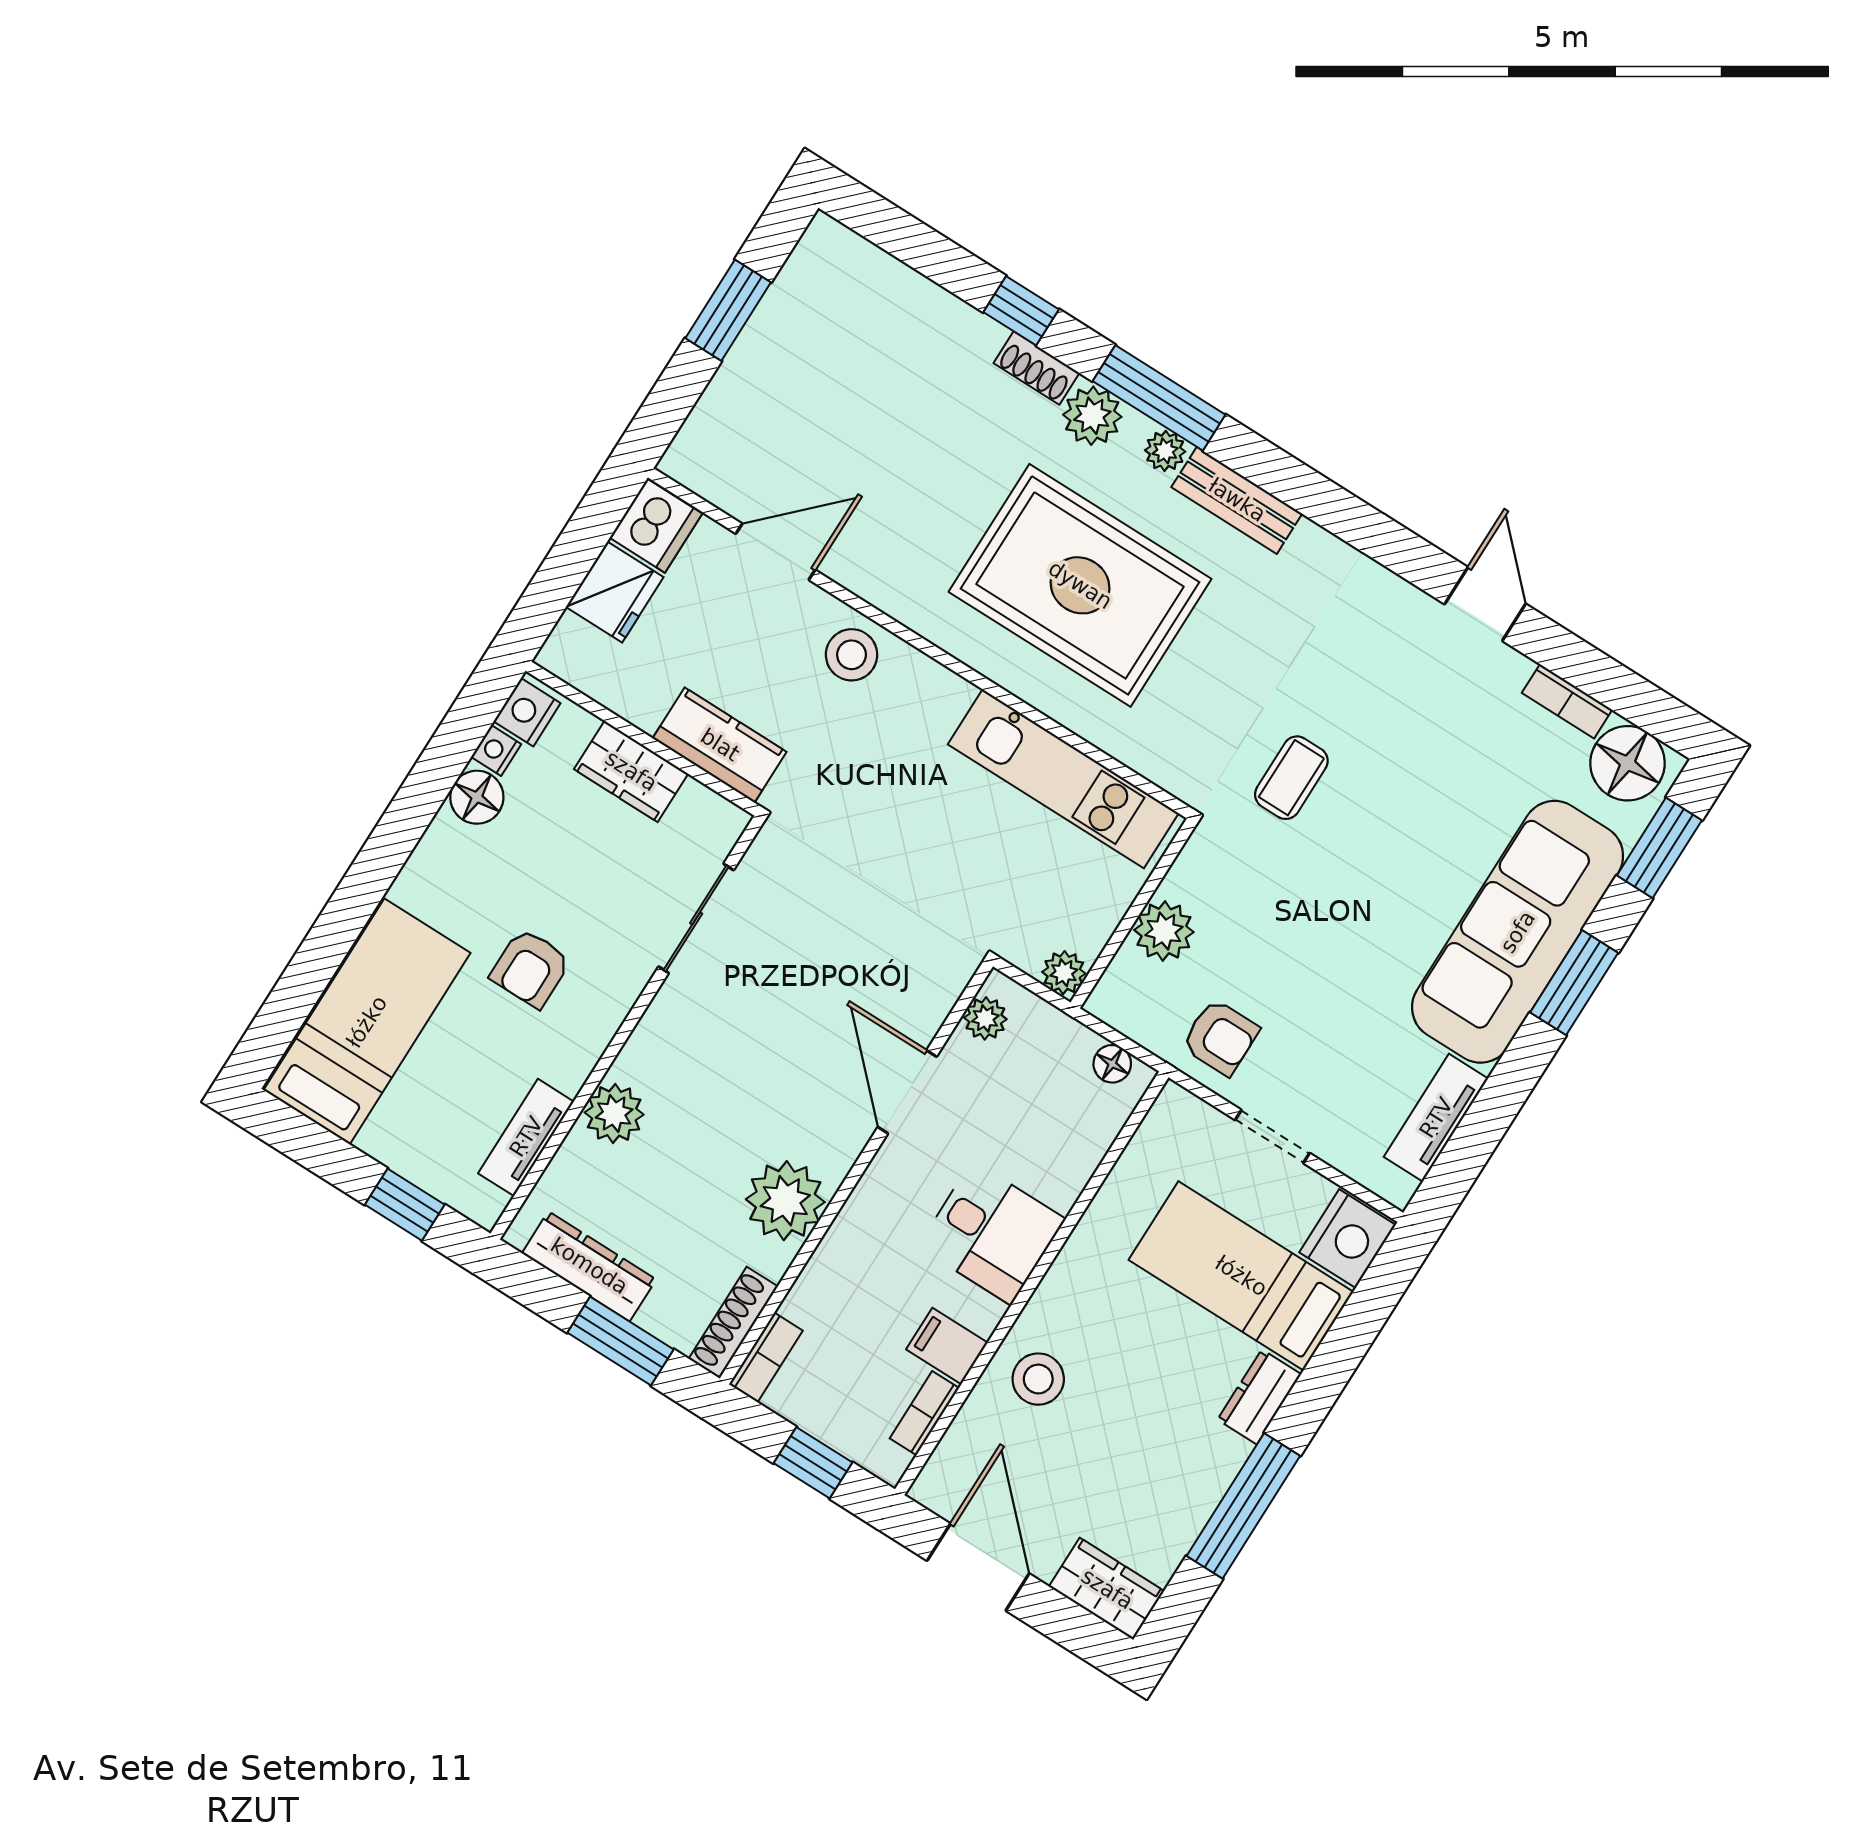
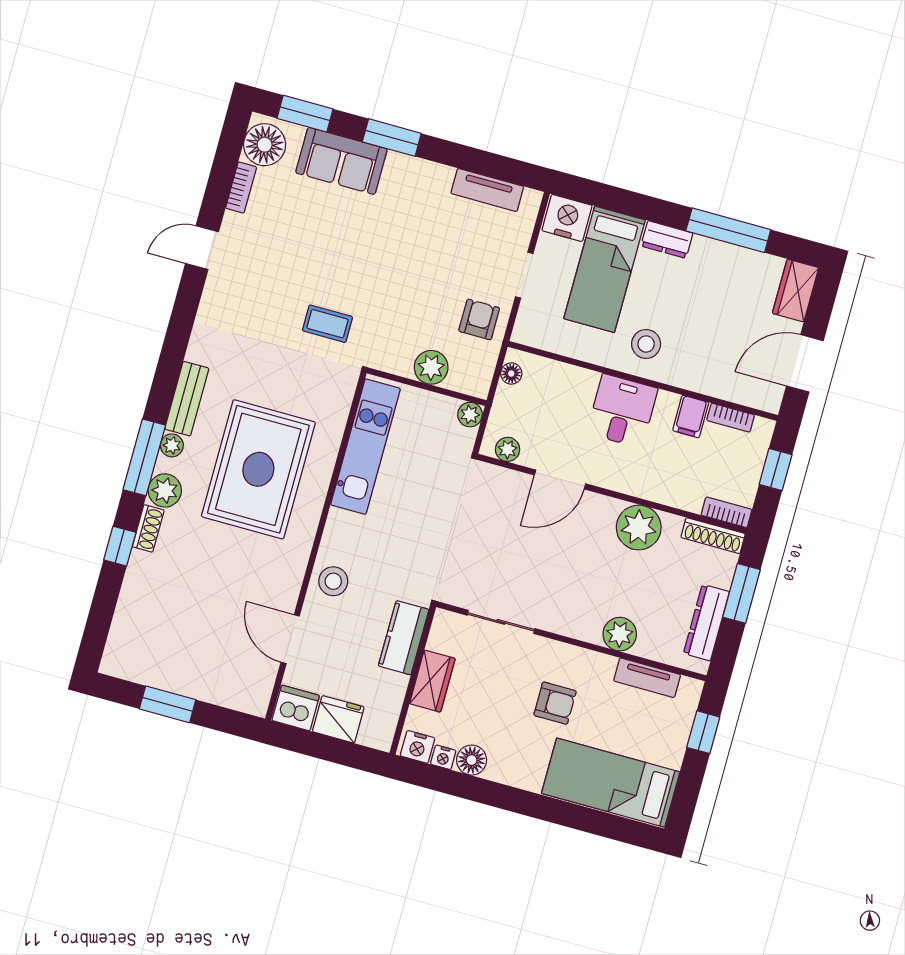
sofa: (1518, 932) -> (341, 161), width x0.54, depth x0.79
stool: (1038, 1379) -> (646, 344), moved

